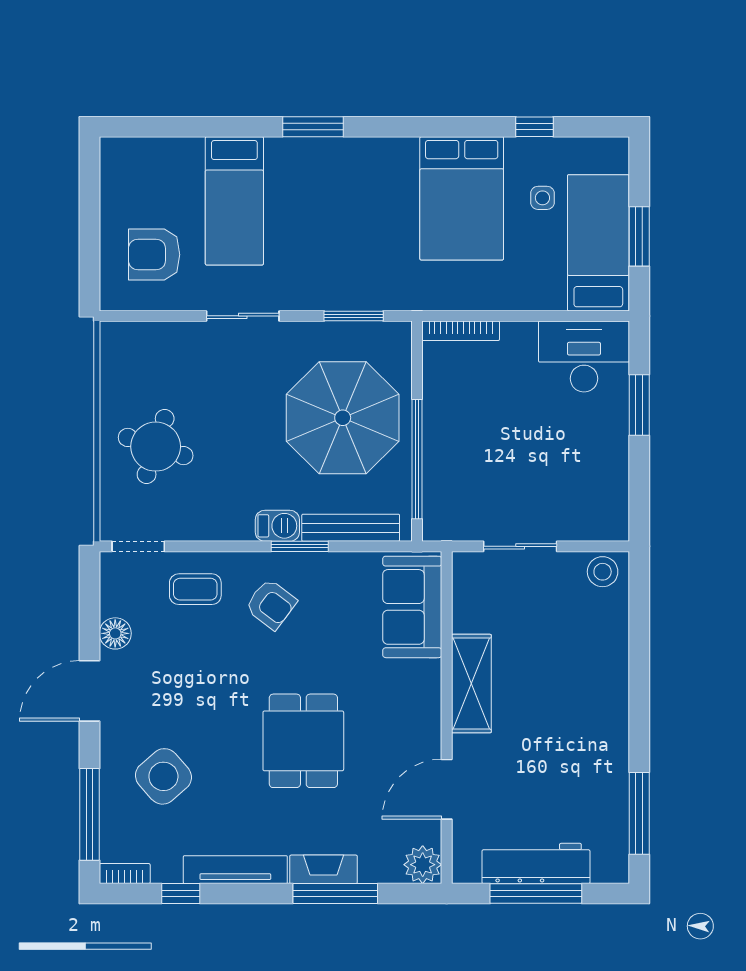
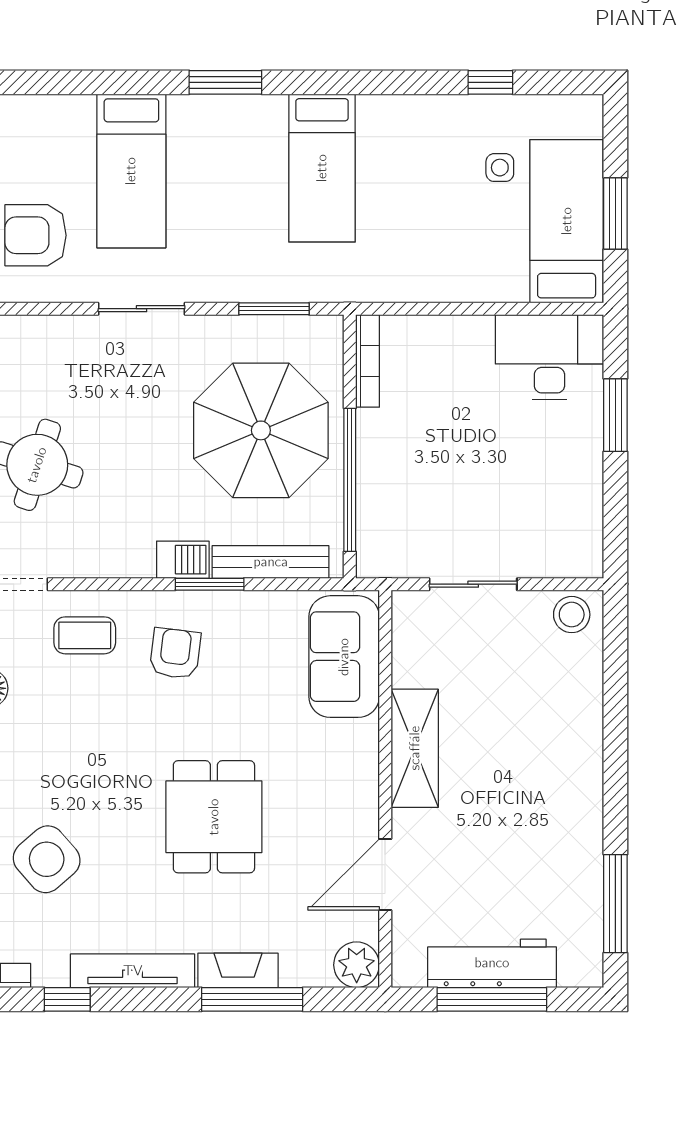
bed: (462, 198) -> (322, 168), moved, width x0.67
bookcase: (461, 331) -> (368, 361), moved, turned -90
armchair: (271, 604) -> (175, 653), turned -120

